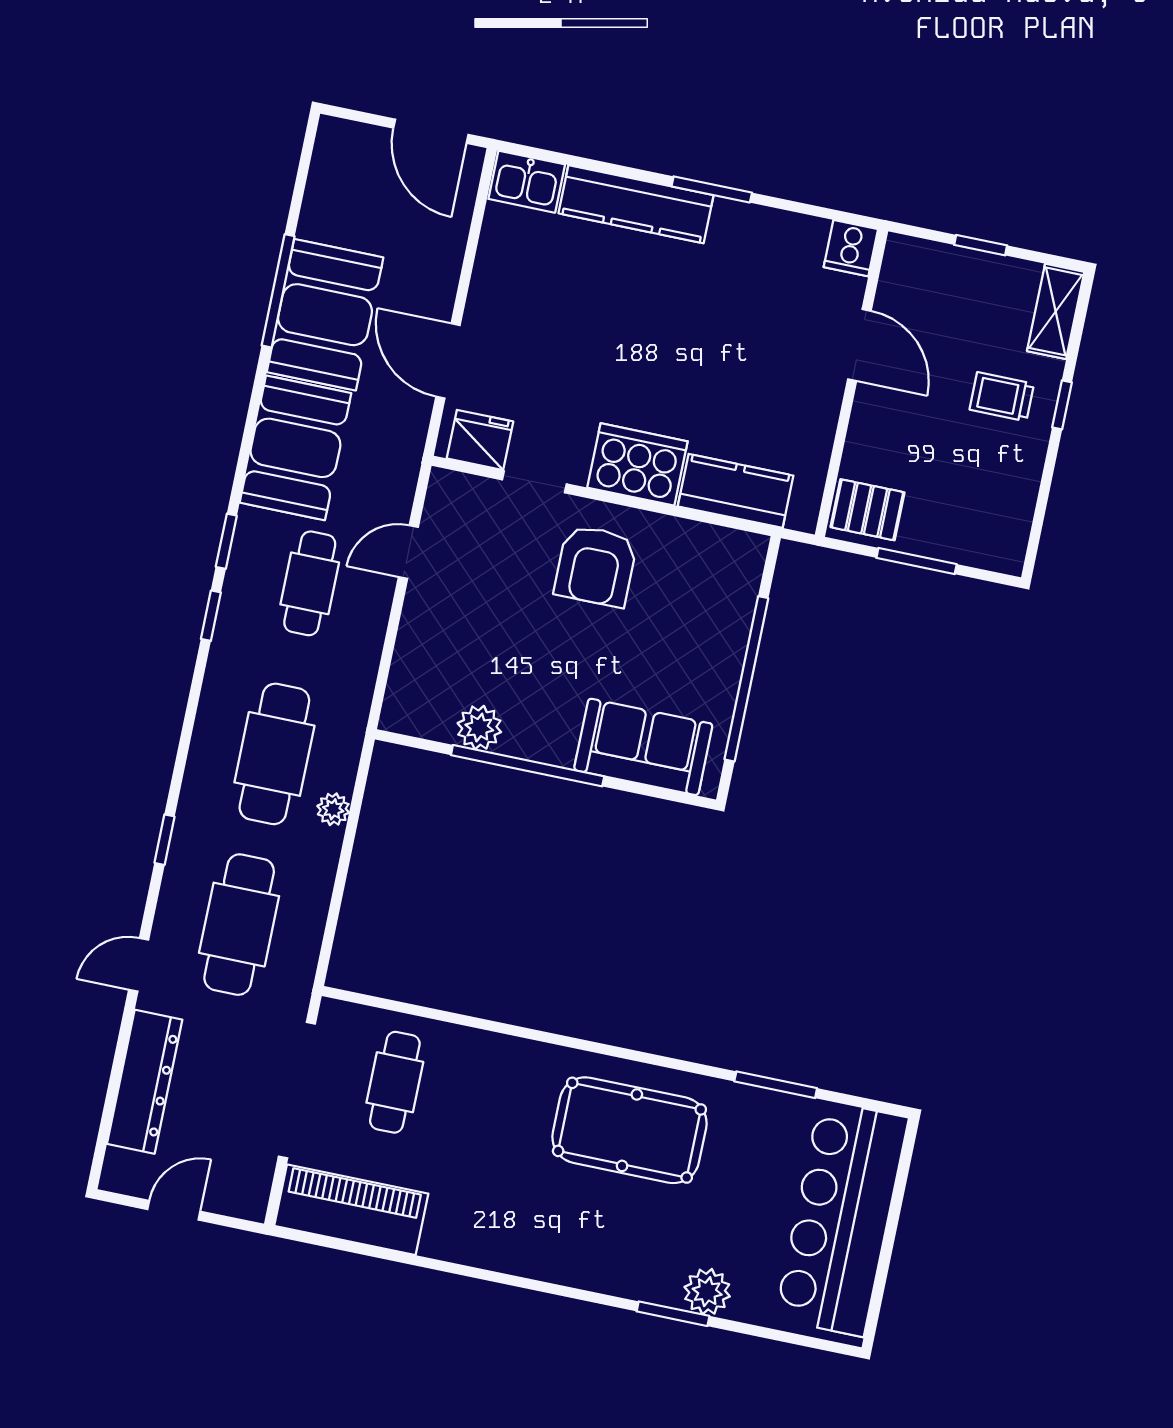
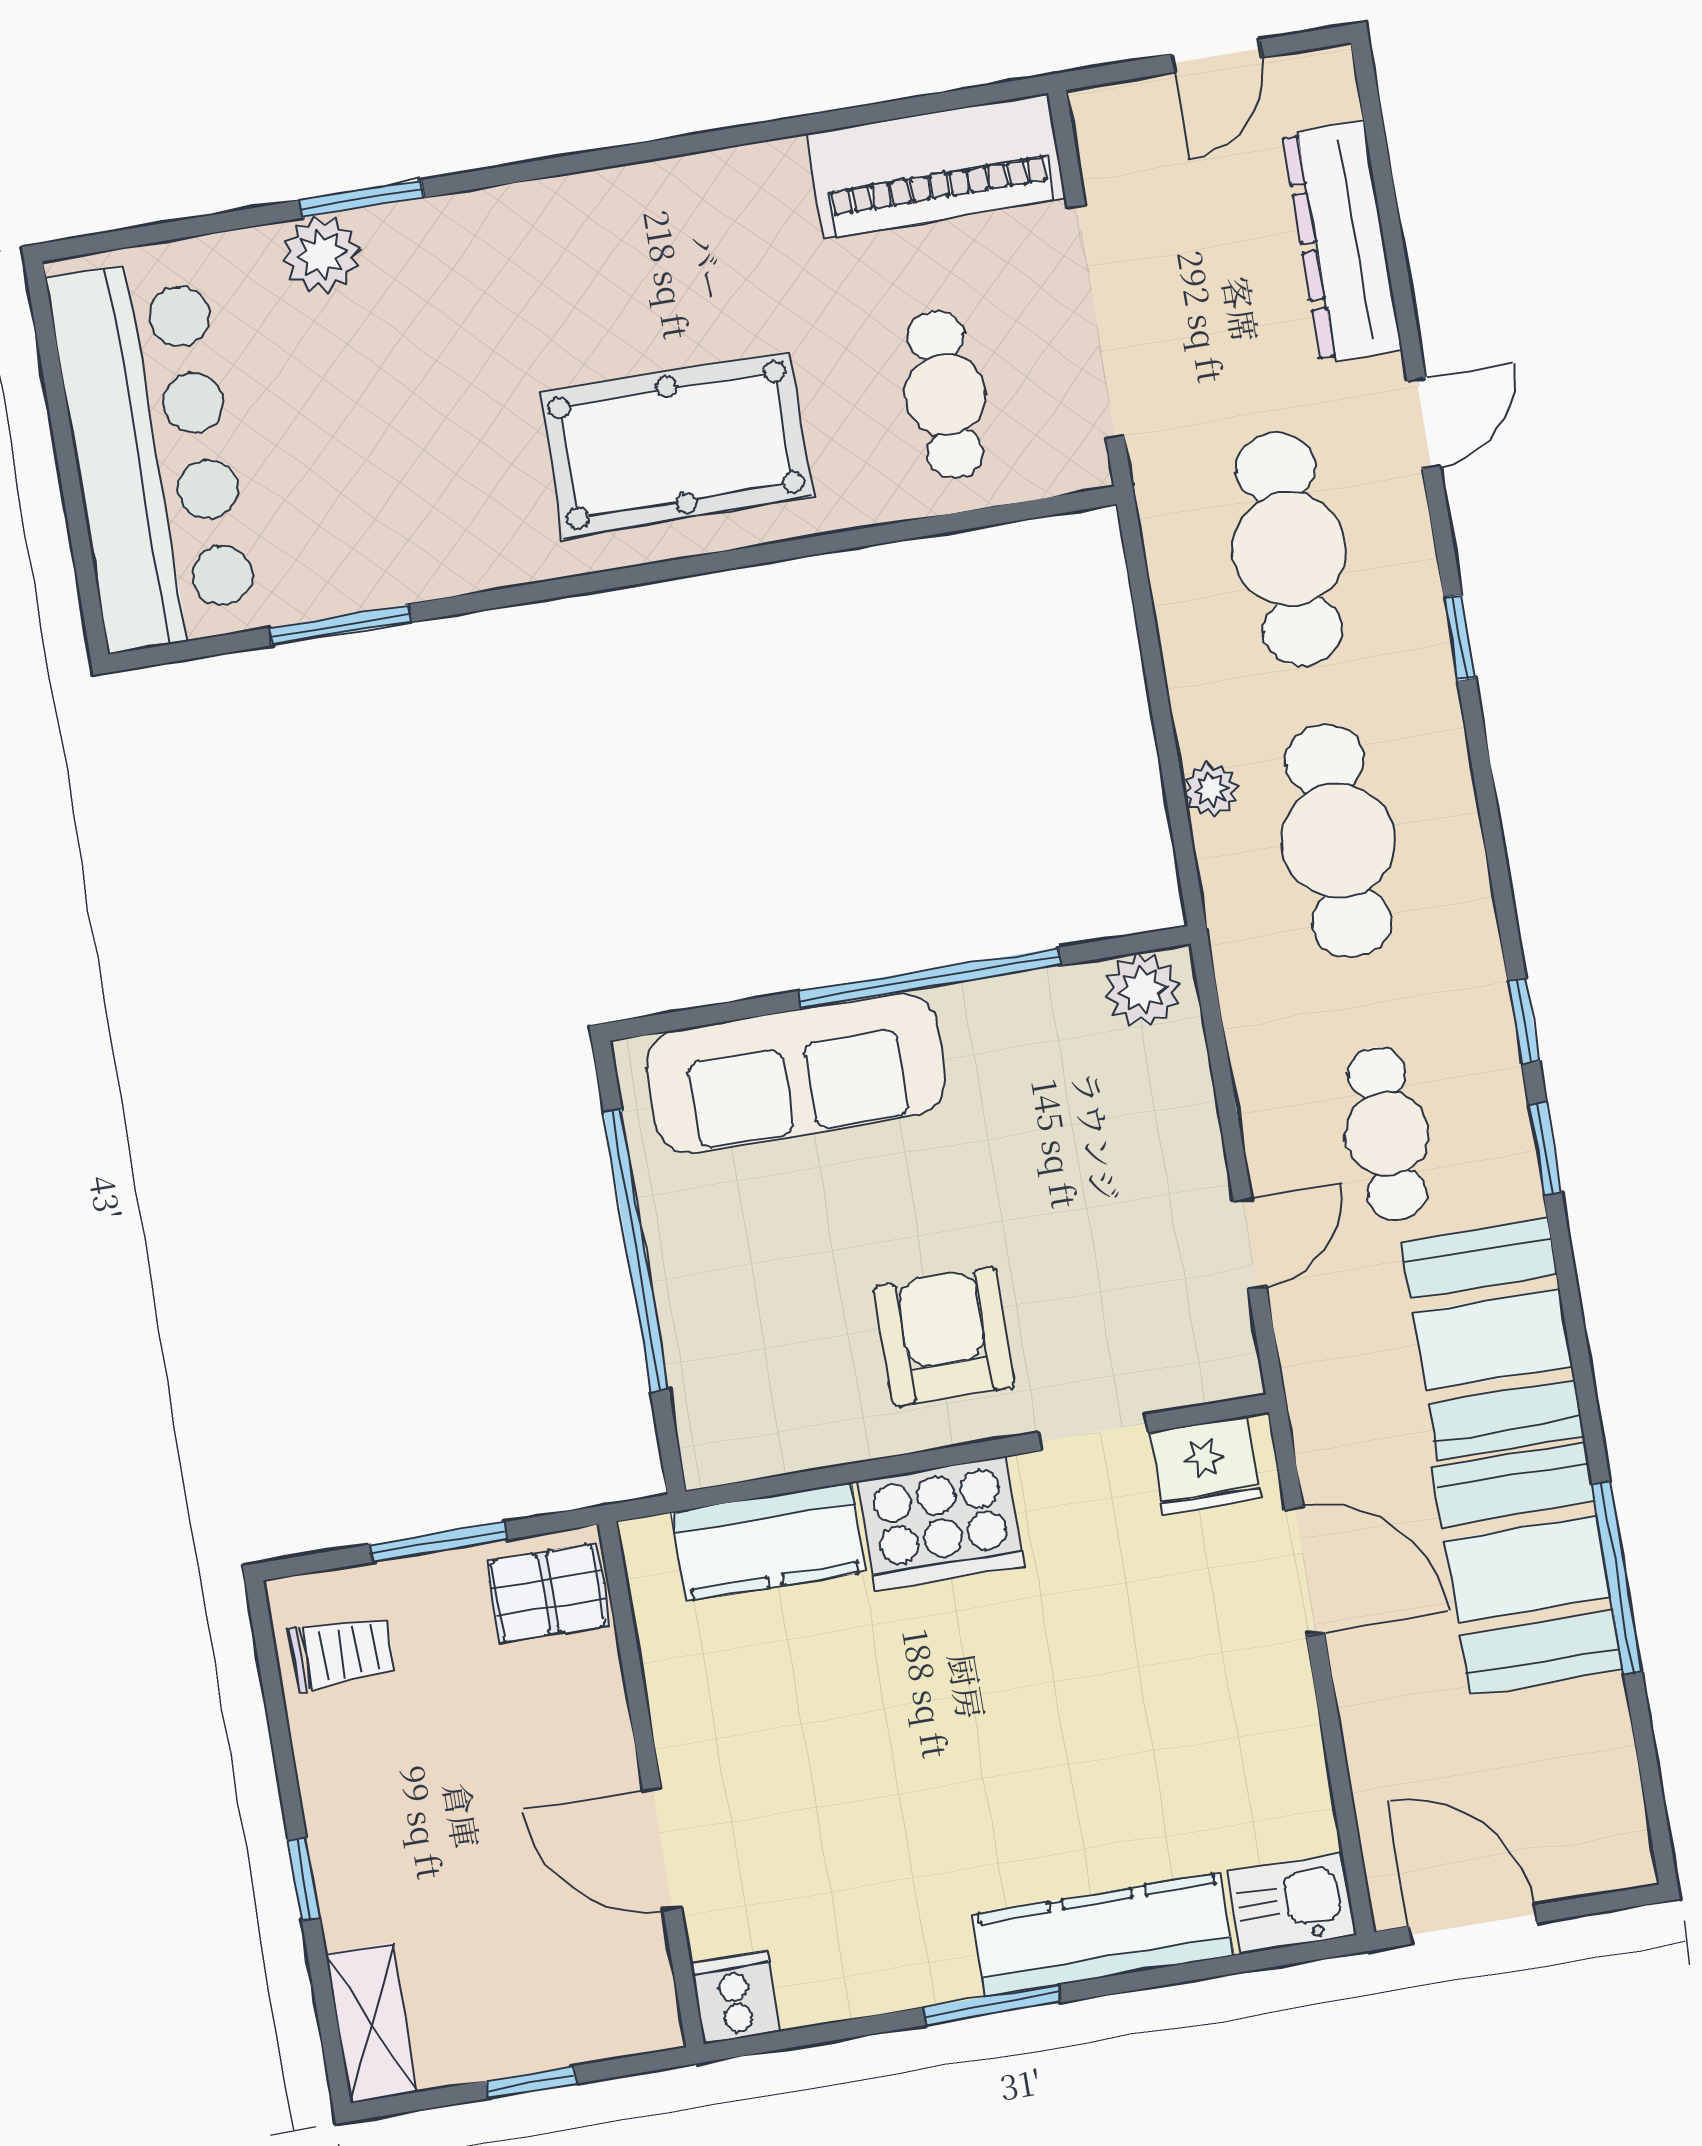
trolley: (1002, 397) -> (342, 1653), moved
plant: (479, 728) -> (1143, 990), moved
sofa: (643, 747) -> (796, 1073), width x1.36
pool table: (629, 1130) -> (676, 445), moved

